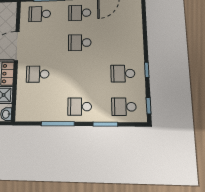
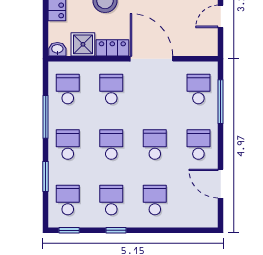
school desk: (122, 42) -> (155, 200), added
school desk: (80, 74) -> (111, 145), added
school desk: (37, 106) -> (68, 89), added

